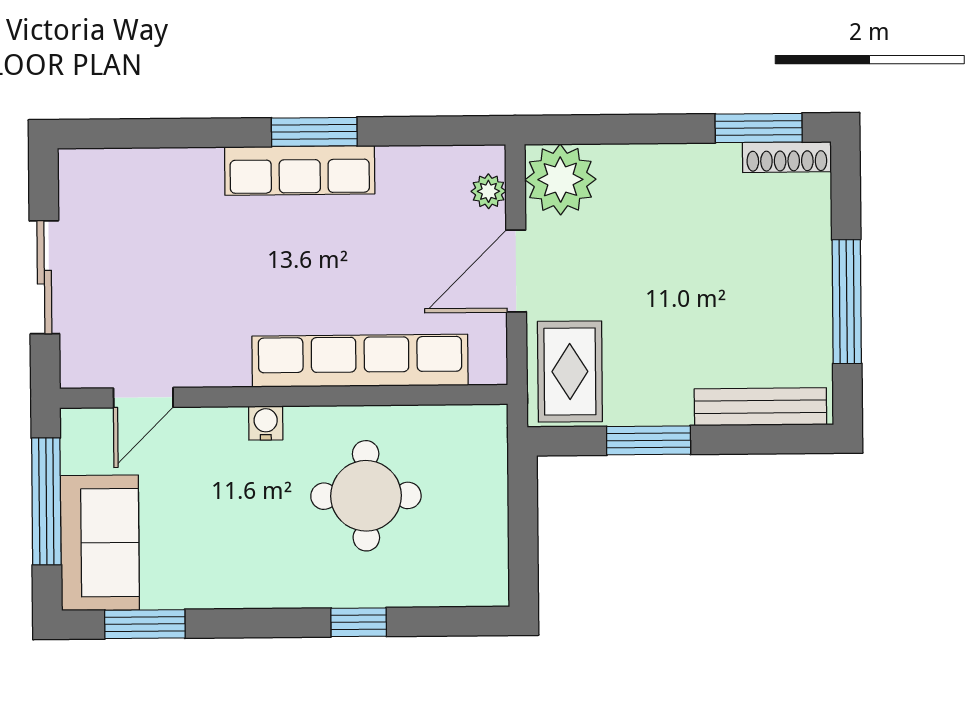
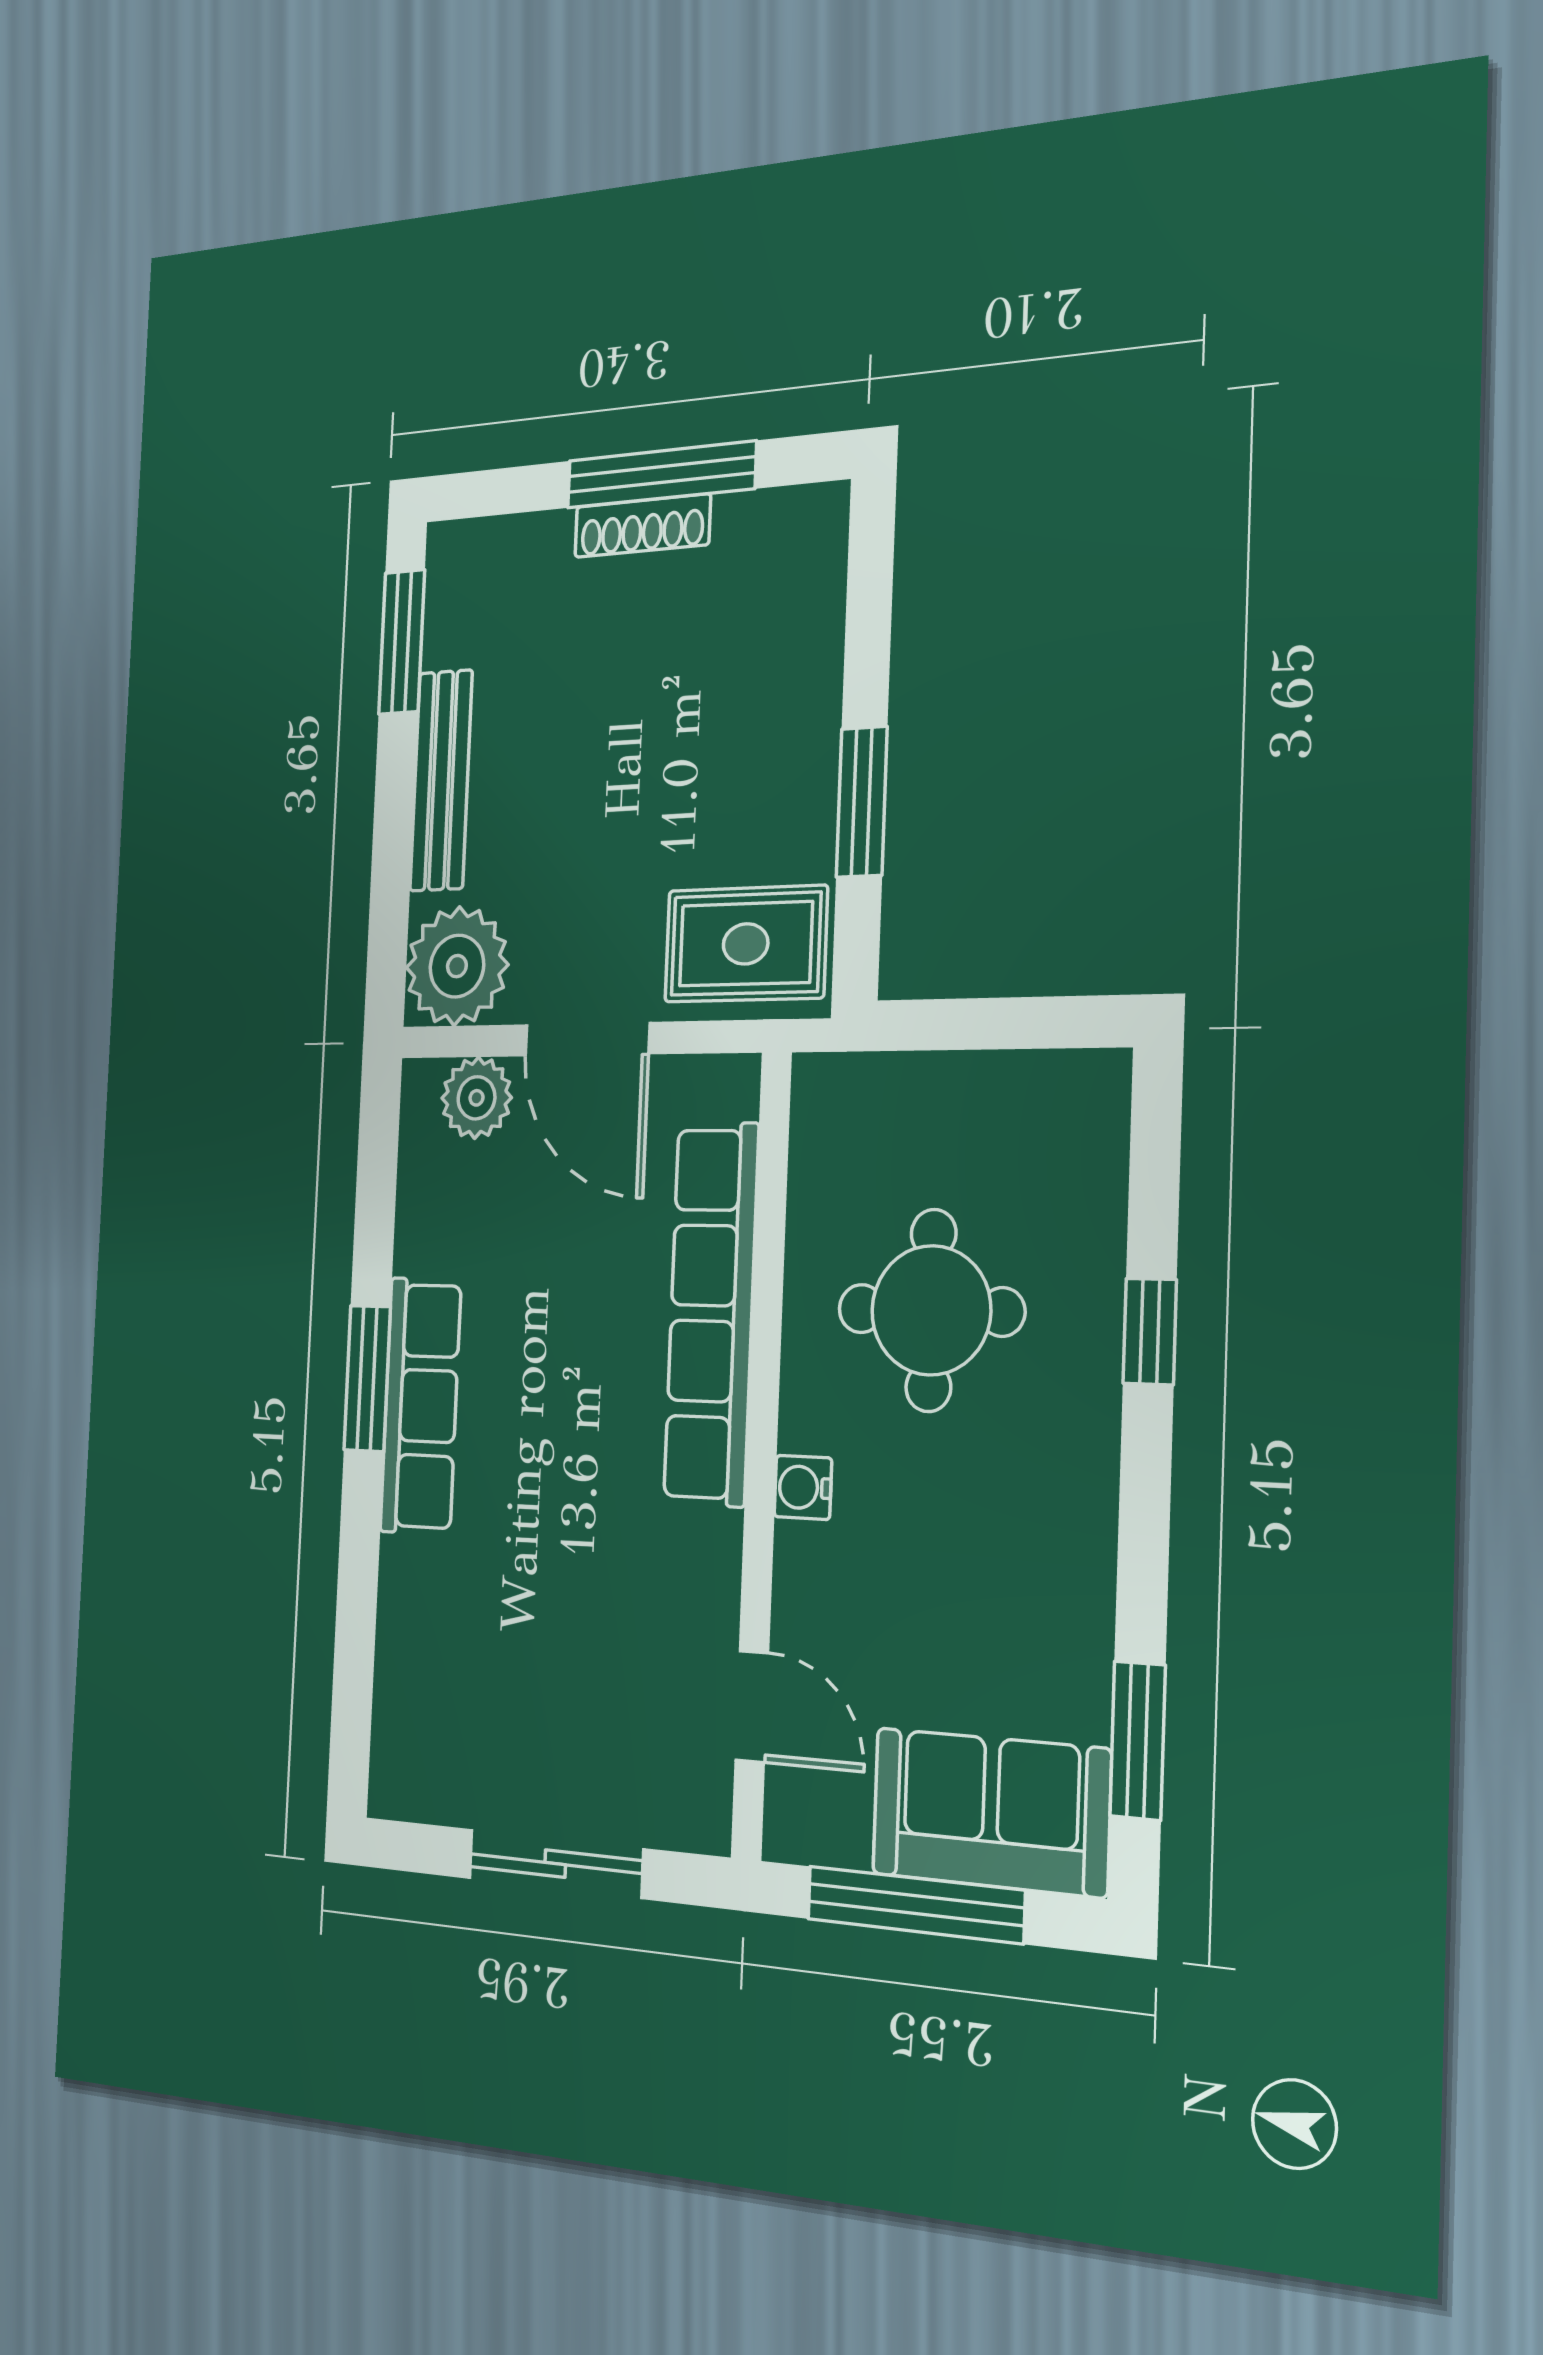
shoe rack: (787, 157) -> (642, 526), moved, turned 90
plant: (488, 191) -> (477, 1098), width x1.38, depth x1.38
bench: (760, 407) -> (441, 780), moved

